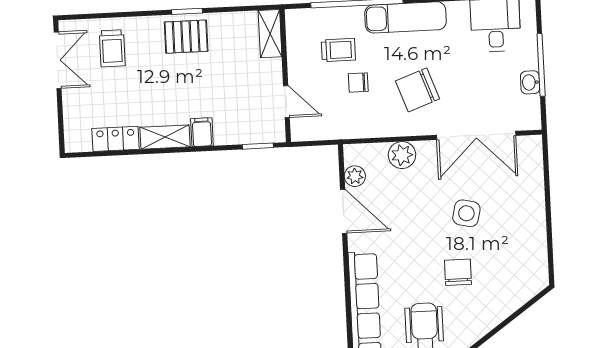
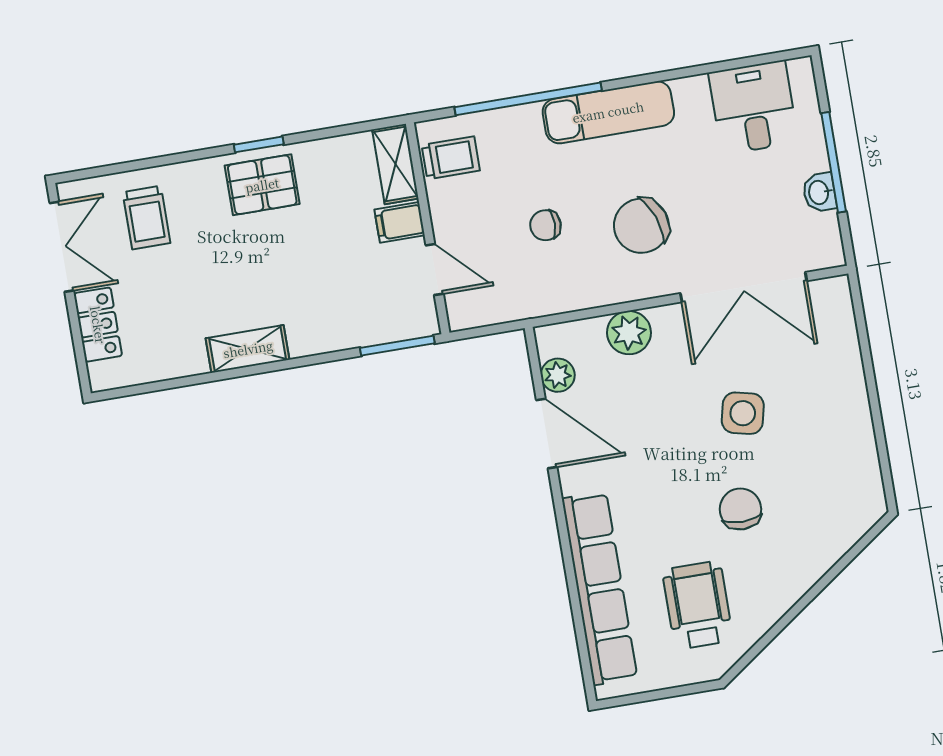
trolley: (338, 50) -> (451, 158), moved
filing cabinet: (202, 132) -> (400, 222), moved, turned -90
locker: (116, 139) -> (98, 325), moved, turned 90
window: (258, 146) -> (397, 346), width x1.50

